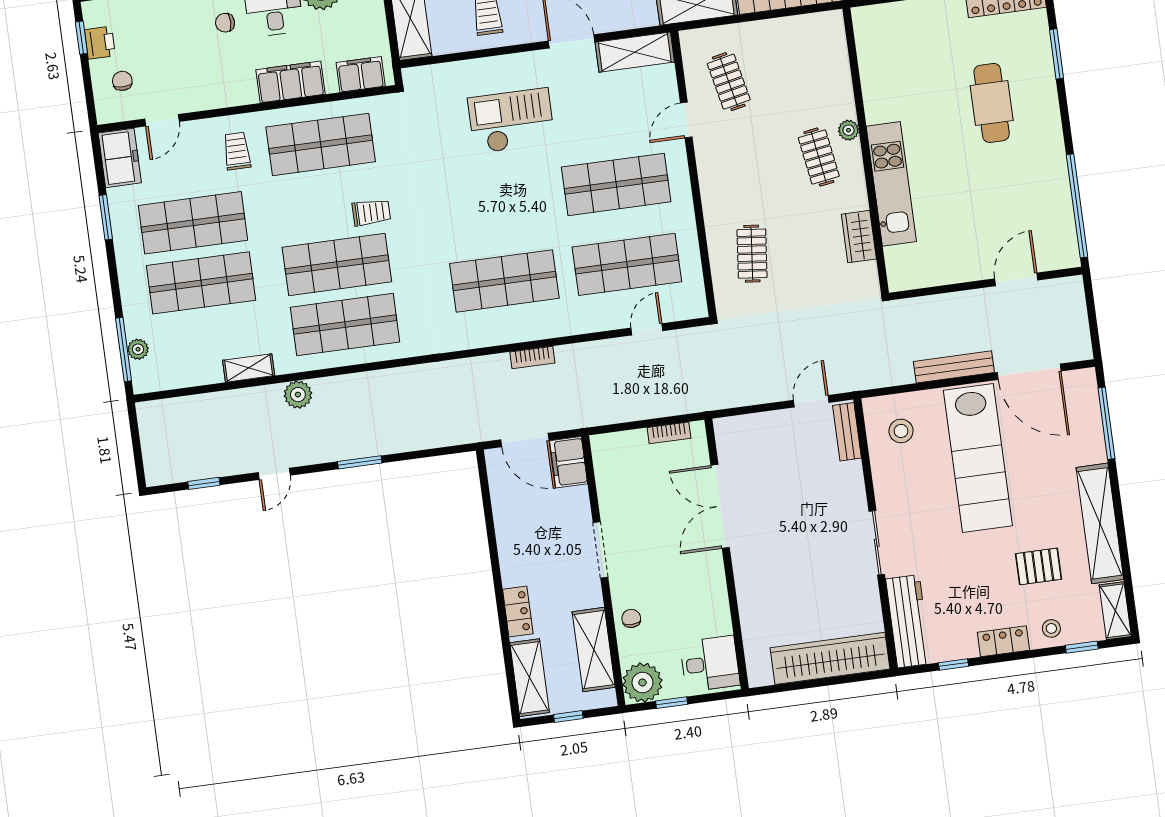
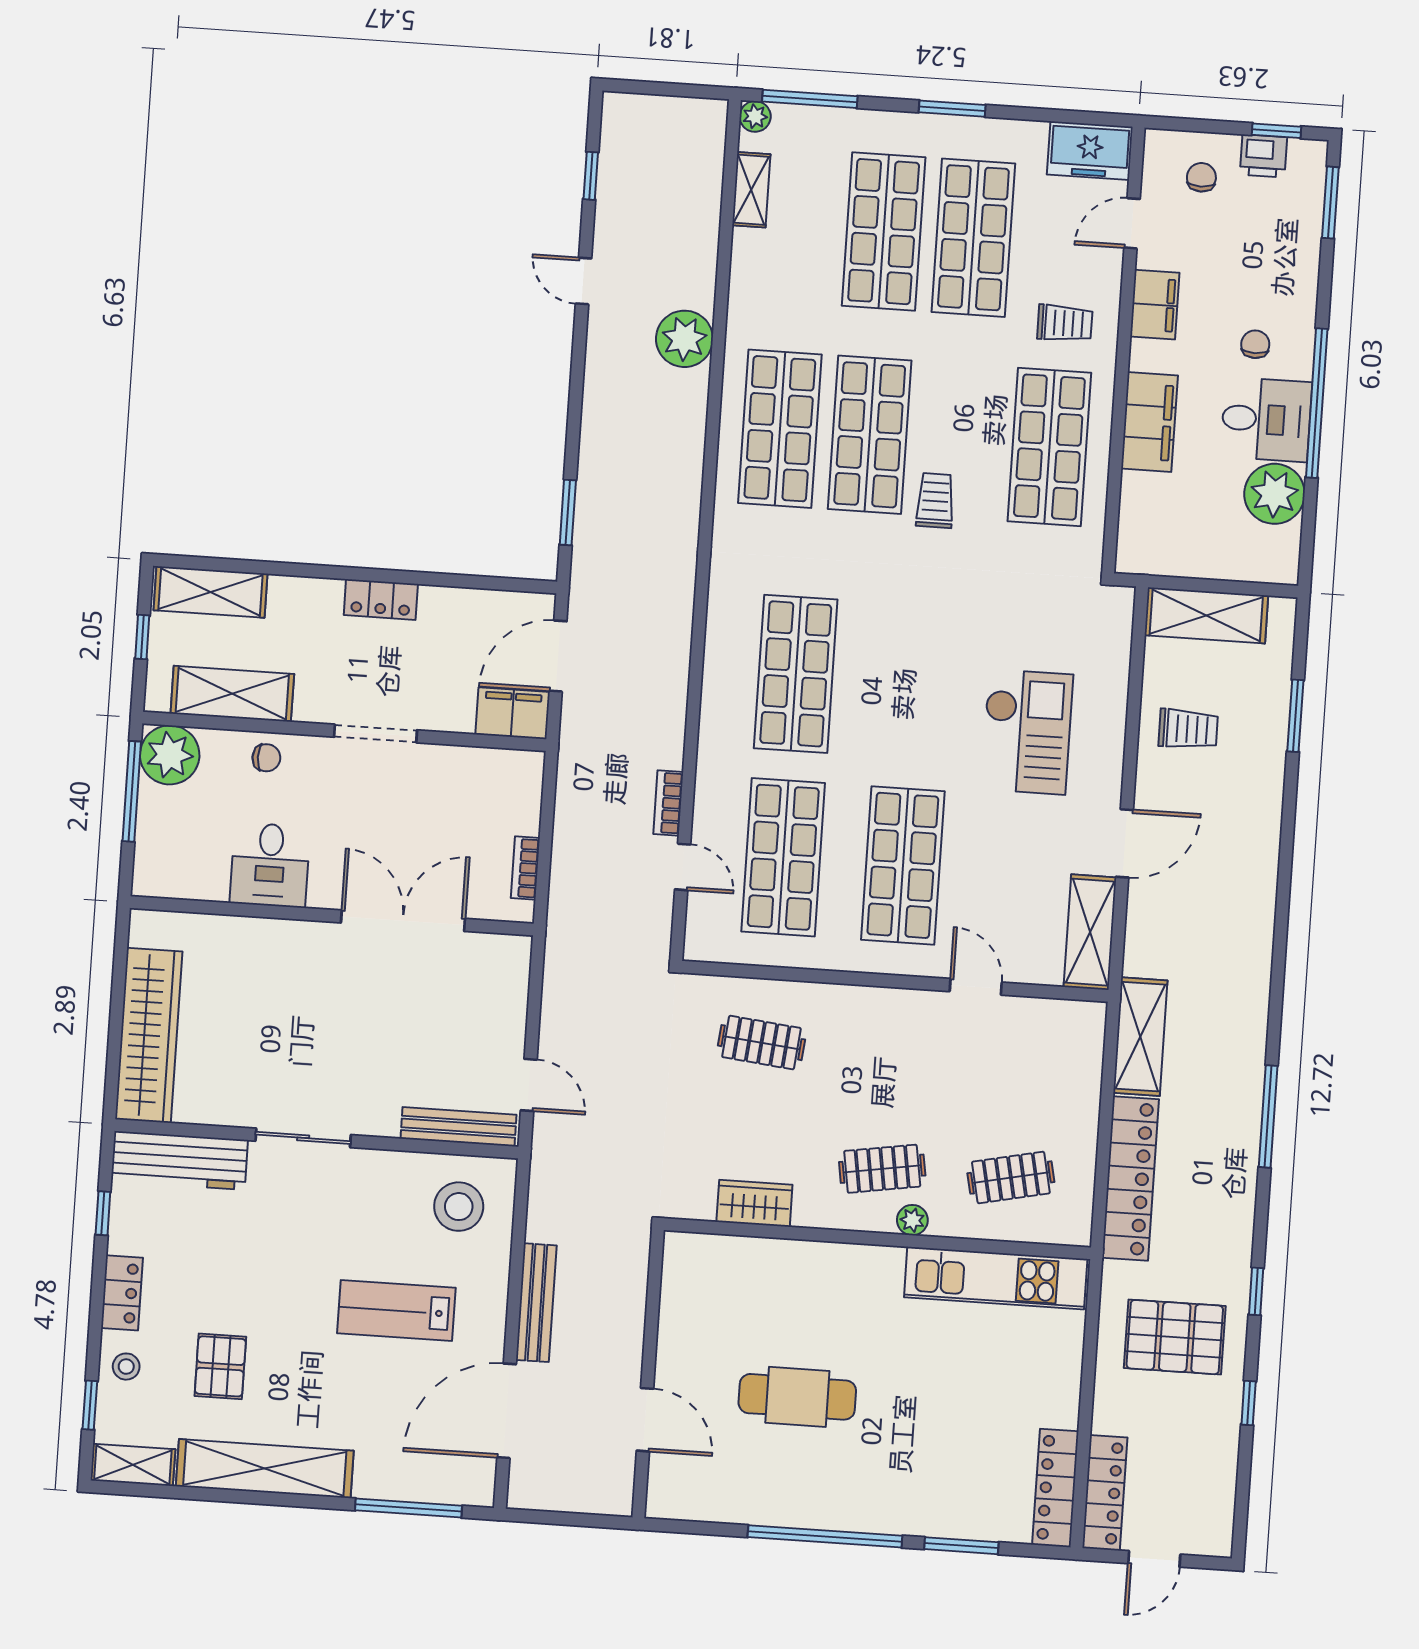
filing cabinet: (361, 74) -> (1155, 305), moved
chair: (122, 81) -> (1201, 177), turned -90
clothes rail: (729, 82) -> (1011, 1178), moved
cafe table: (992, 103) -> (797, 1397), moved
door: (162, 120) -> (1132, 223), hinge flipped
kitchen unit: (891, 184) -> (996, 1278), moved
window: (1077, 206) -> (825, 1536), moved
trolley: (371, 212) -> (935, 501), turned 180
window: (106, 217) -> (952, 109), moved
plant: (138, 349) -> (755, 116), moved
bookcase: (532, 357) -> (668, 803), moved
shelving: (249, 368) -> (751, 190), moved
plant: (298, 395) -> (684, 339), width x1.36, depth x1.36
stool: (901, 431) -> (459, 1207), width x1.38, depth x1.38
bench: (847, 432) -> (459, 1127), width x1.36
lab bench: (978, 458) -> (396, 1311), width x0.54, depth x0.72
window: (360, 462) -> (568, 512), moved
locker: (518, 612) -> (381, 599), moved
desk: (710, 664) -> (270, 865), moved
window: (672, 703) -> (132, 791), width x2.17

